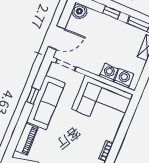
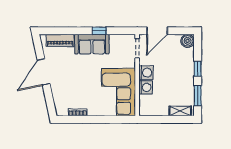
door: (57, 38) -> (157, 31), hinge flipped
washing machine: (124, 78) -> (146, 73), moved
sofa: (46, 102) -> (92, 44), width x0.73

